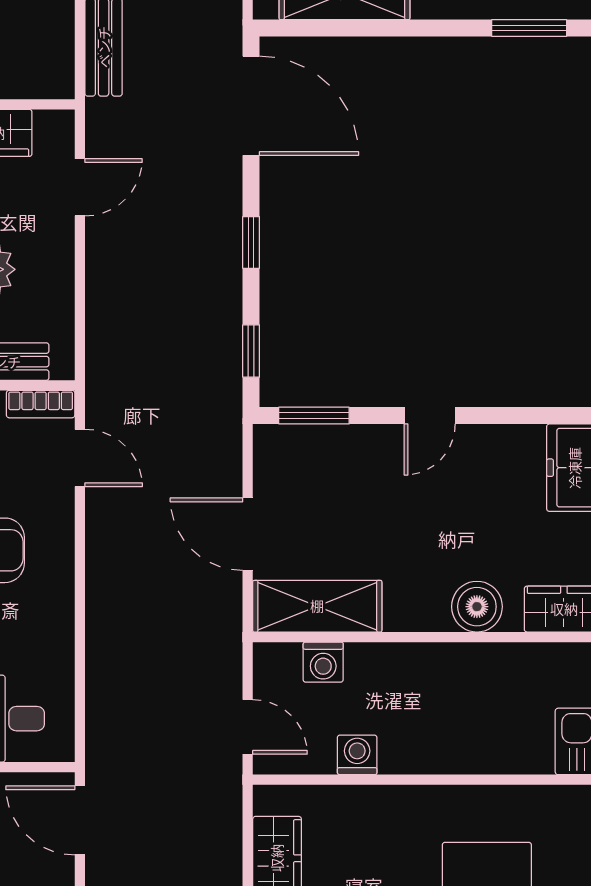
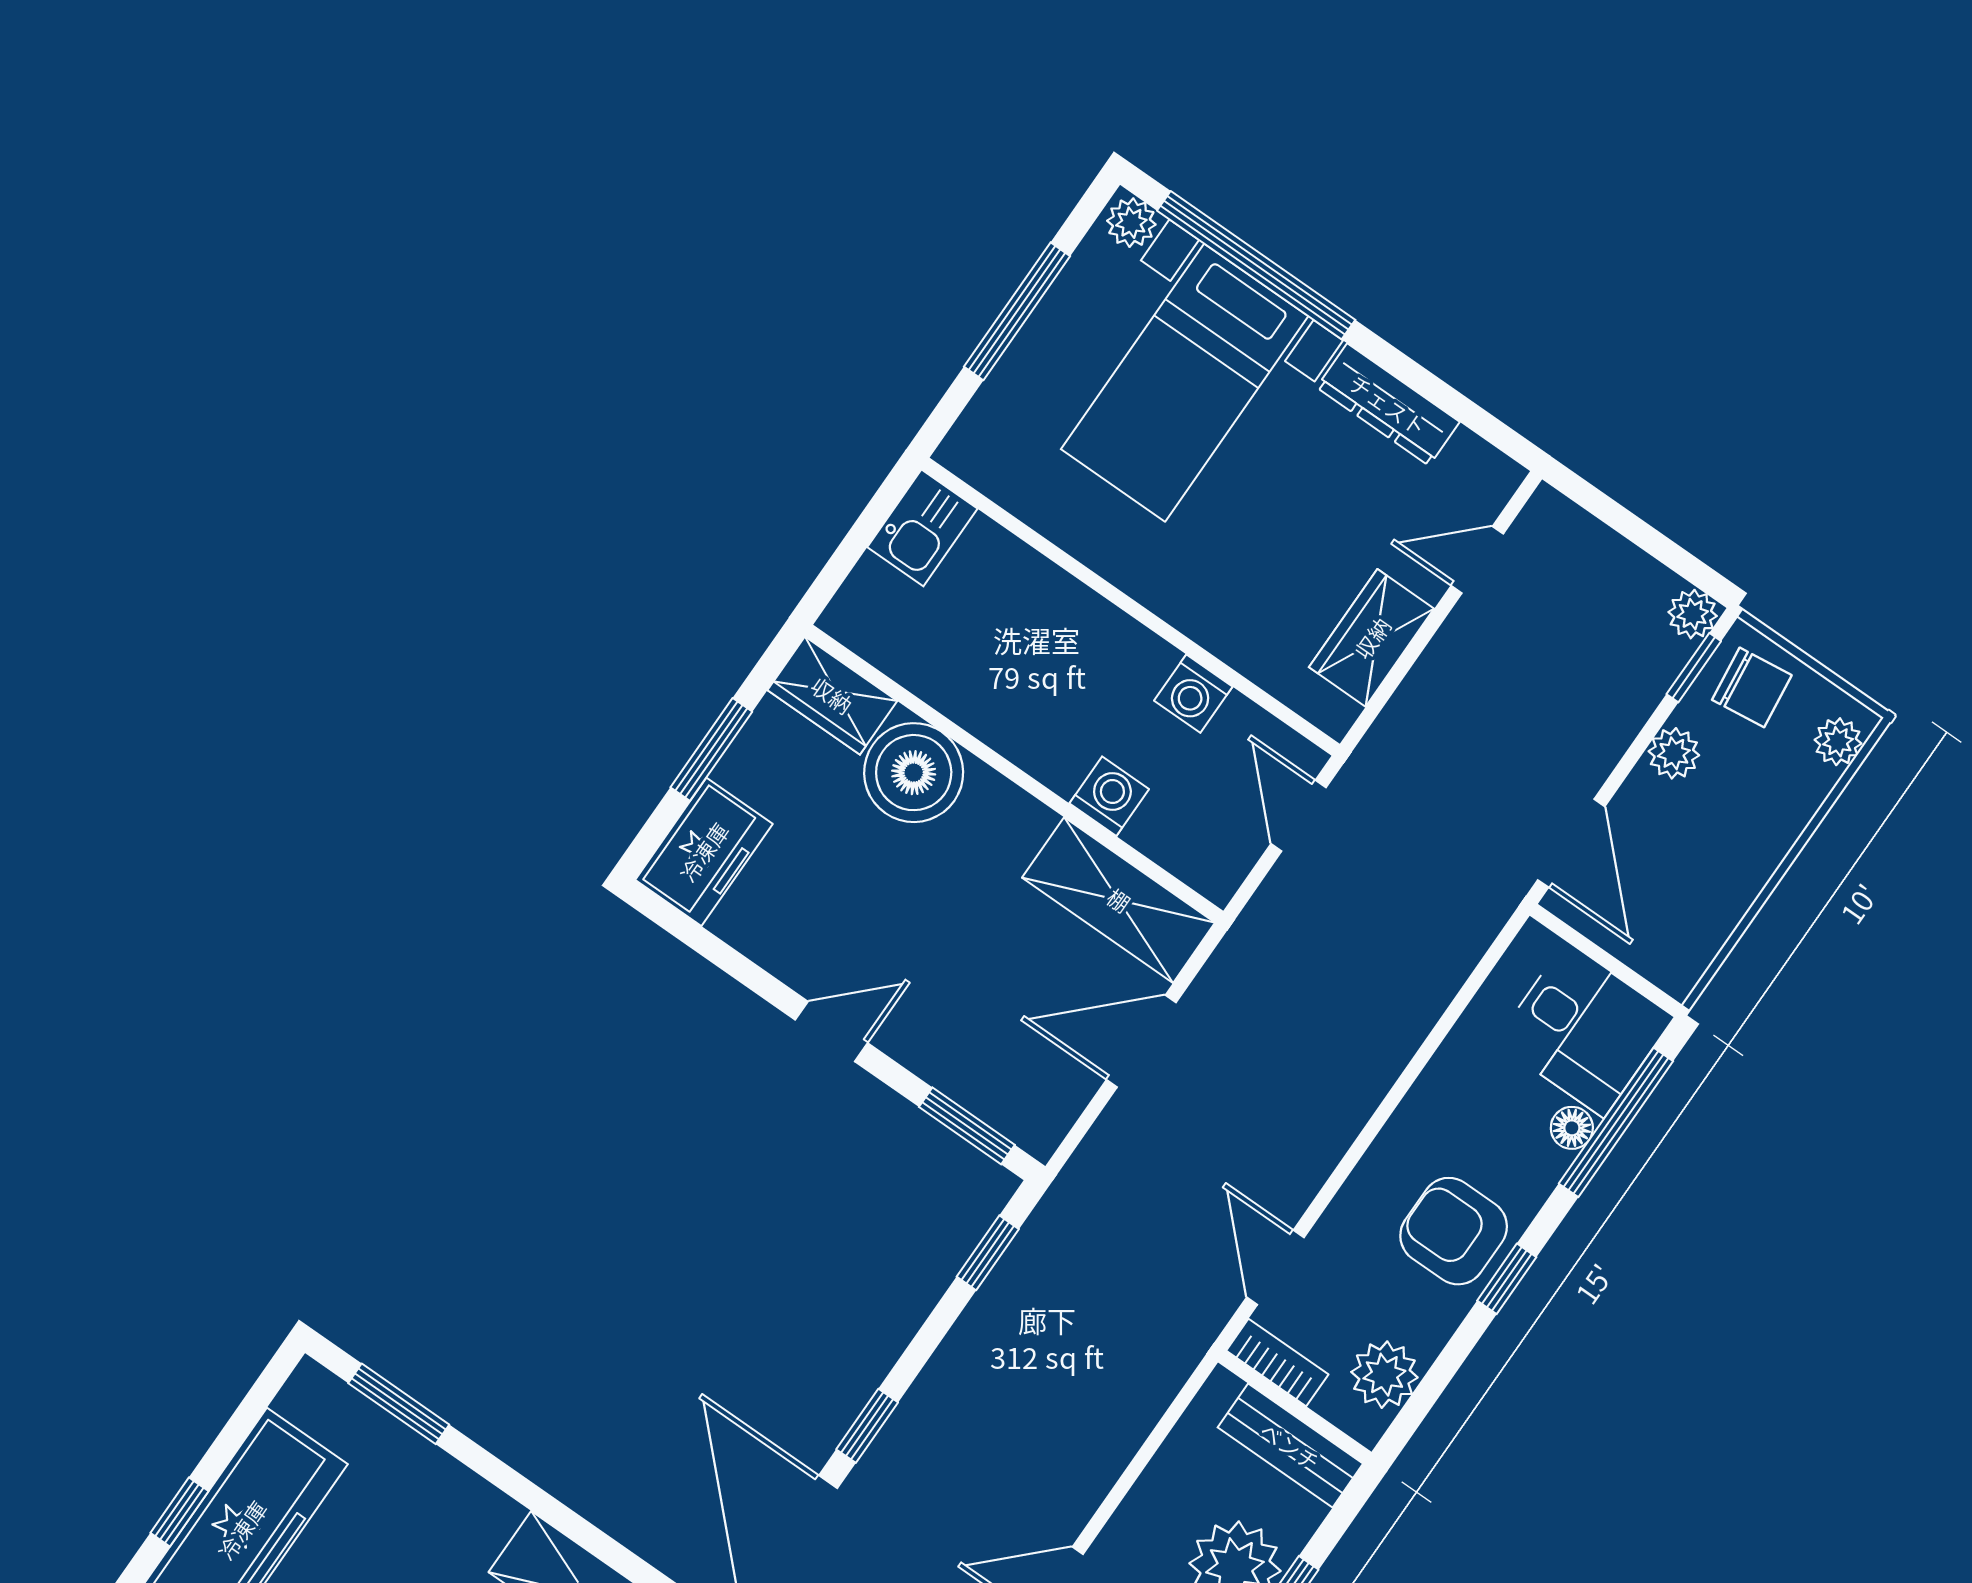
window: (251, 242) -> (867, 1426), moved
door: (248, 534) -> (1141, 1041), swing flipped
boiler: (477, 607) -> (914, 773), width x1.37, depth x1.37
washing machine: (323, 662) -> (1109, 796), moved

